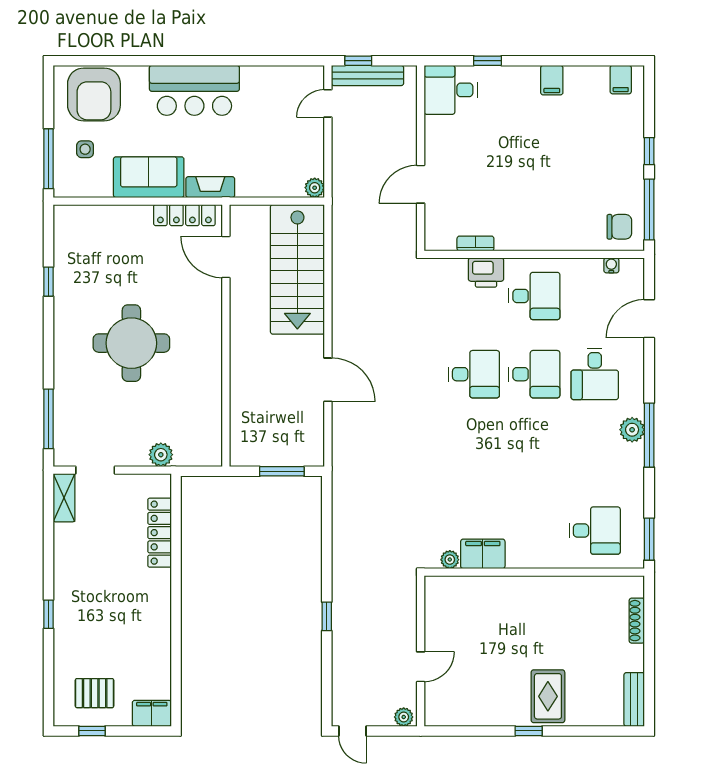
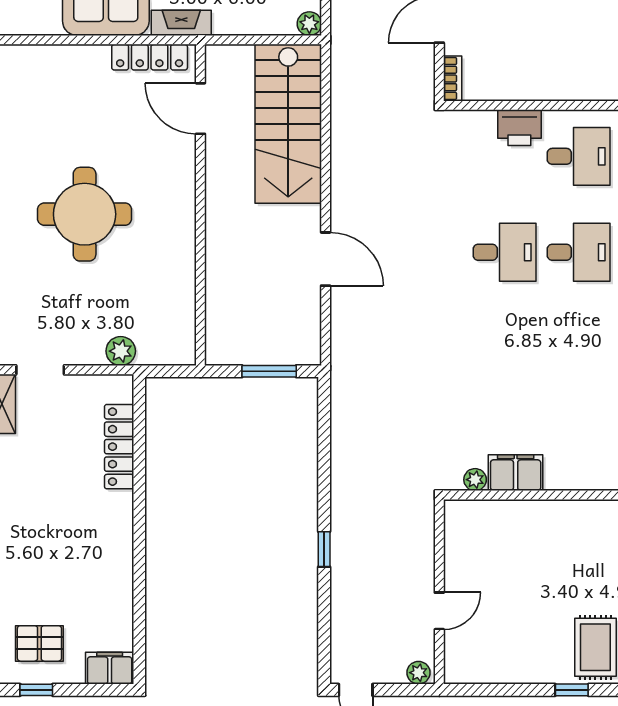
bookcase: (475, 243) -> (453, 78), moved, turned 90

